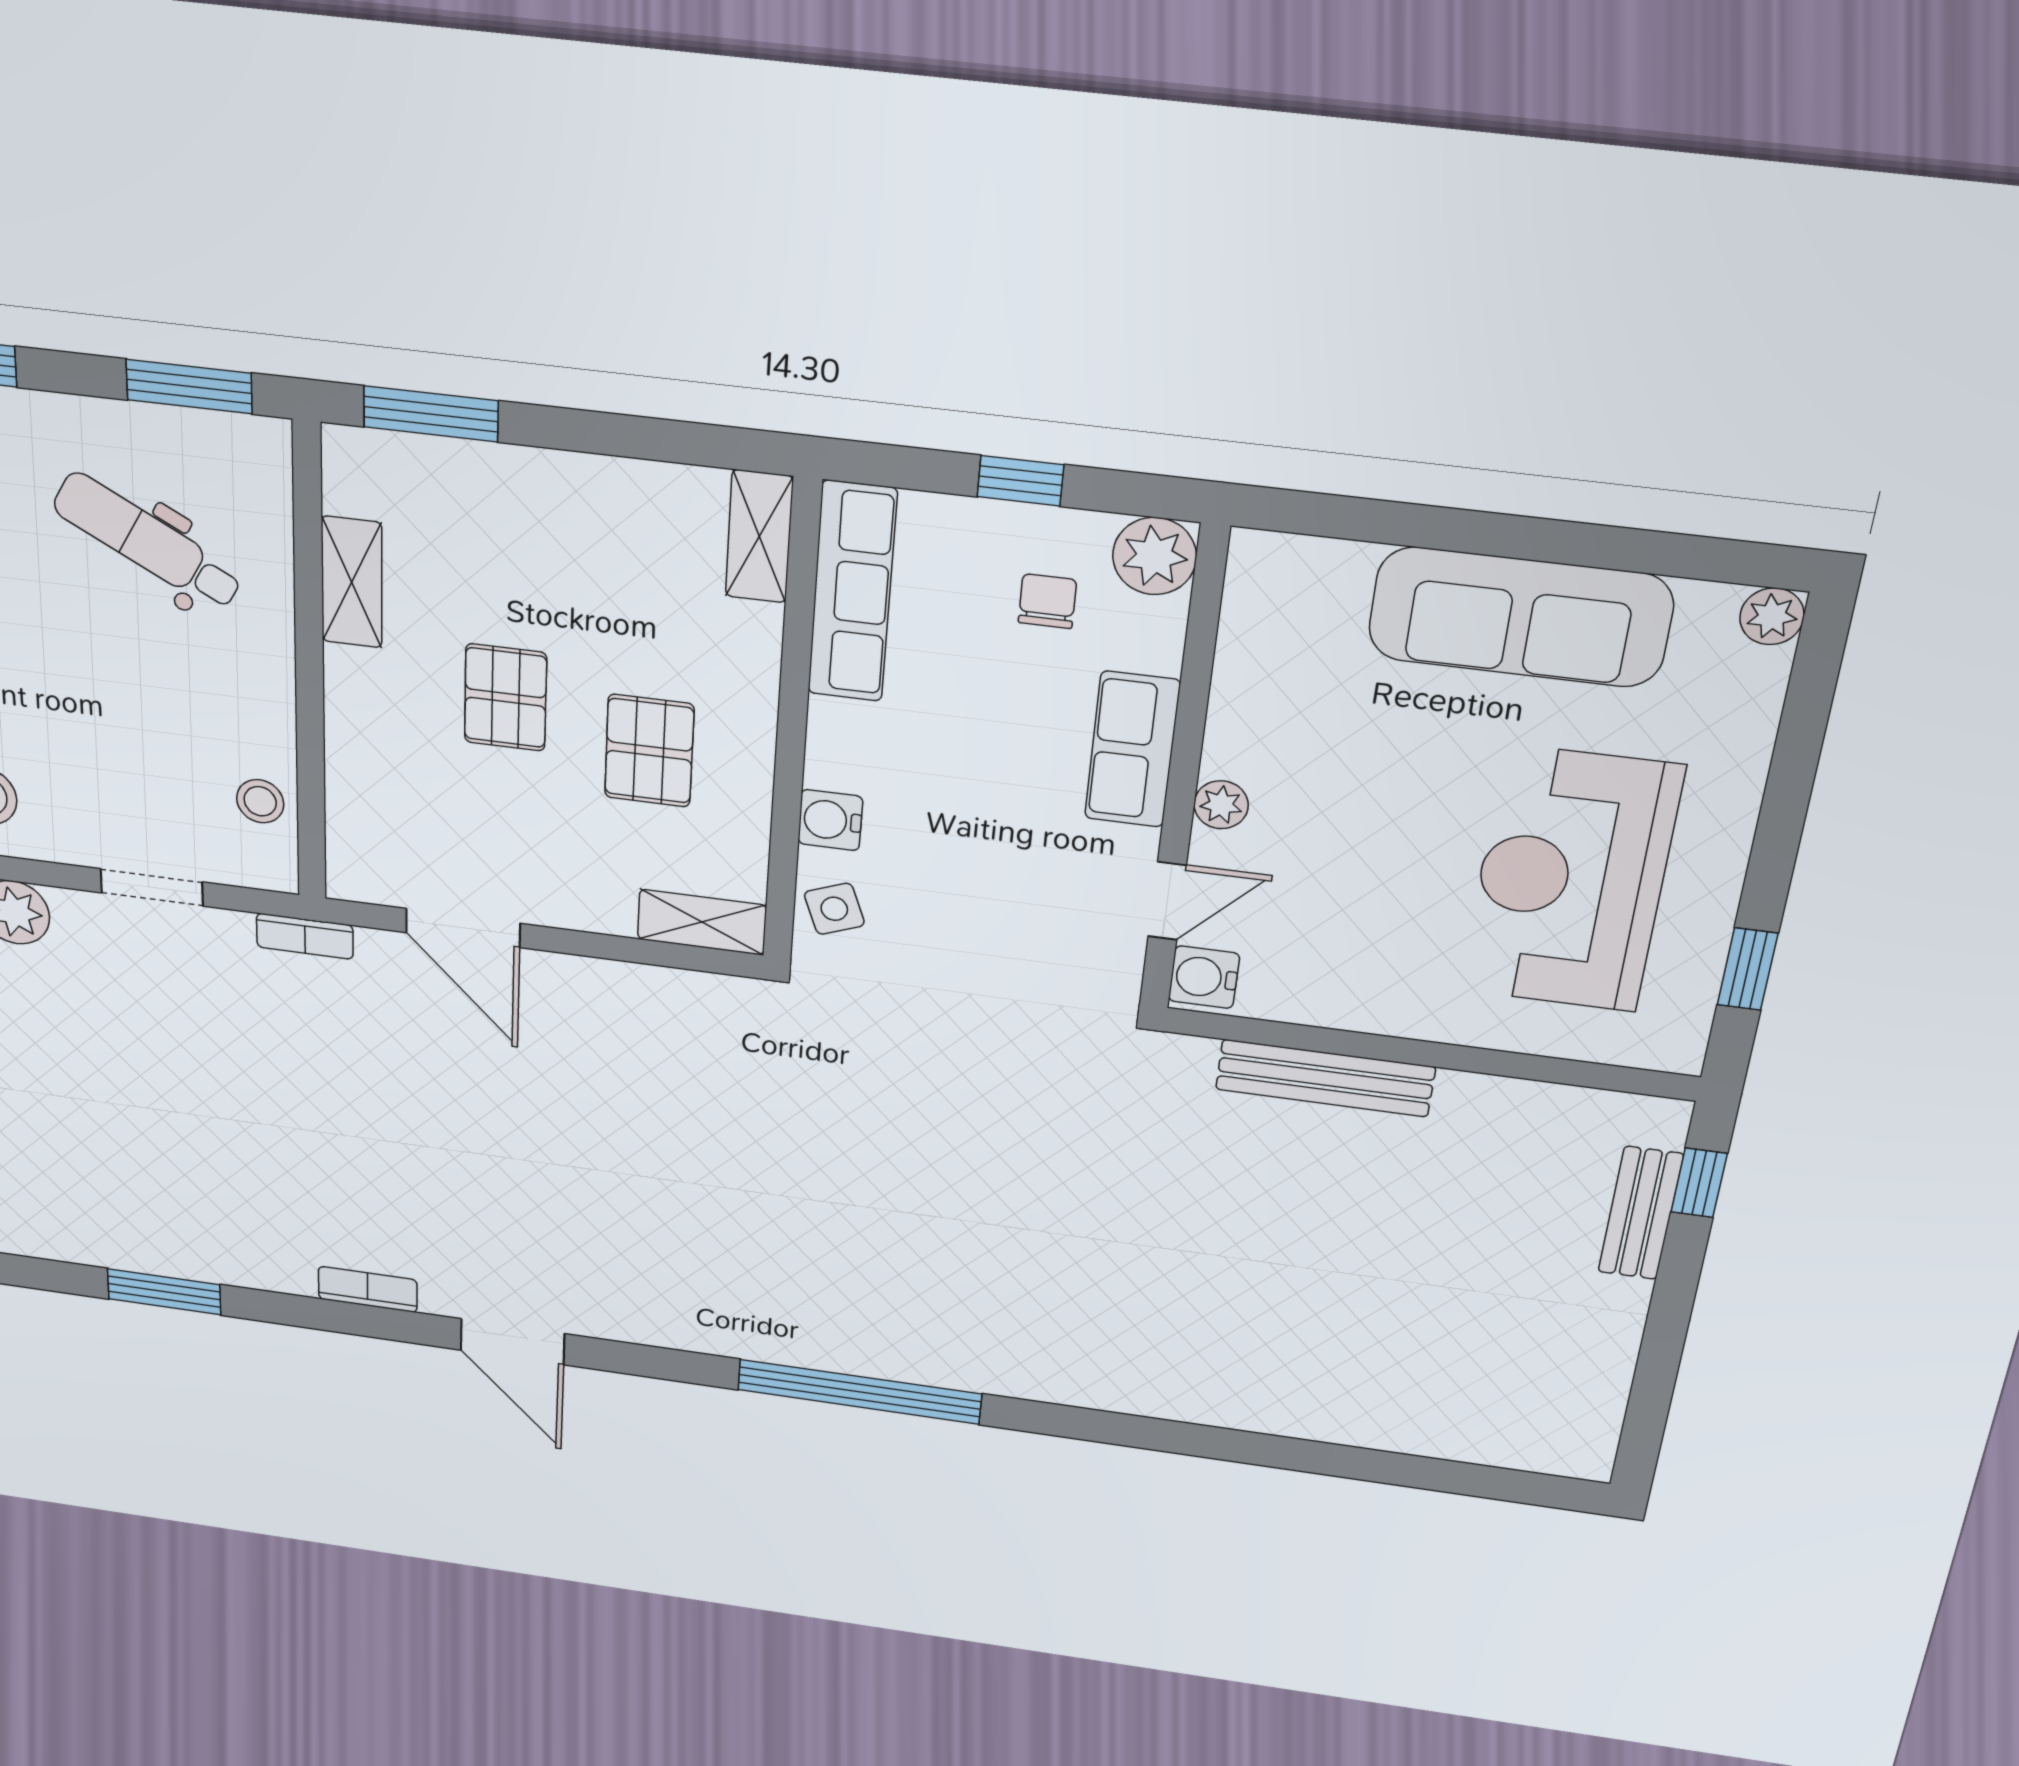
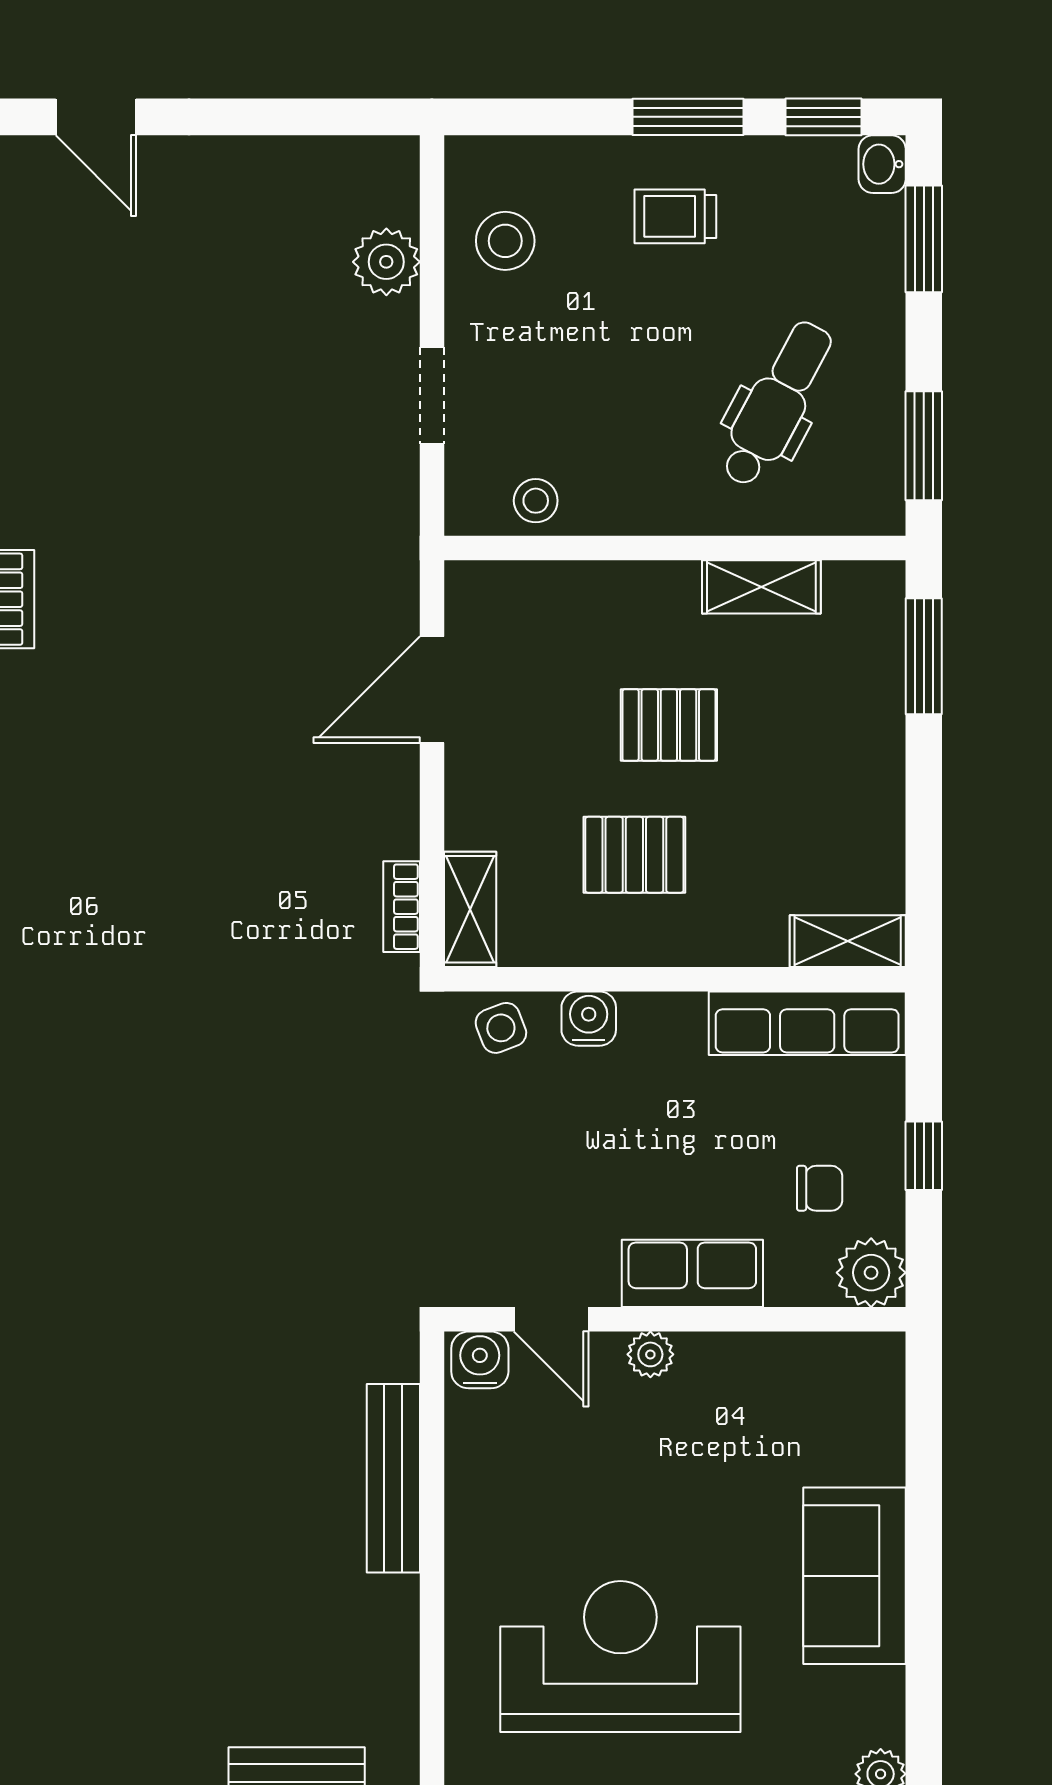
sofa: (1520, 617) -> (855, 1576), width x0.73
bookcase: (305, 936) -> (402, 907), moved

